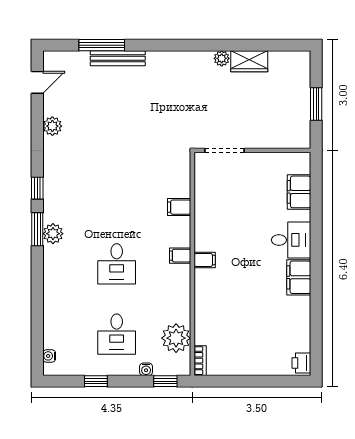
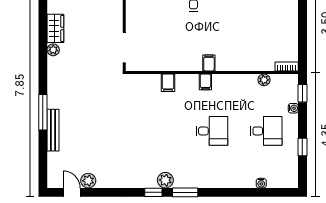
window: (102, 45) -> (43, 112), moved
plant: (52, 126) -> (88, 181), moved
plant: (53, 234) -> (165, 180), moved
plant: (176, 338) -> (264, 80), width x0.53, depth x0.53
water cooler: (49, 356) -> (261, 183), moved

